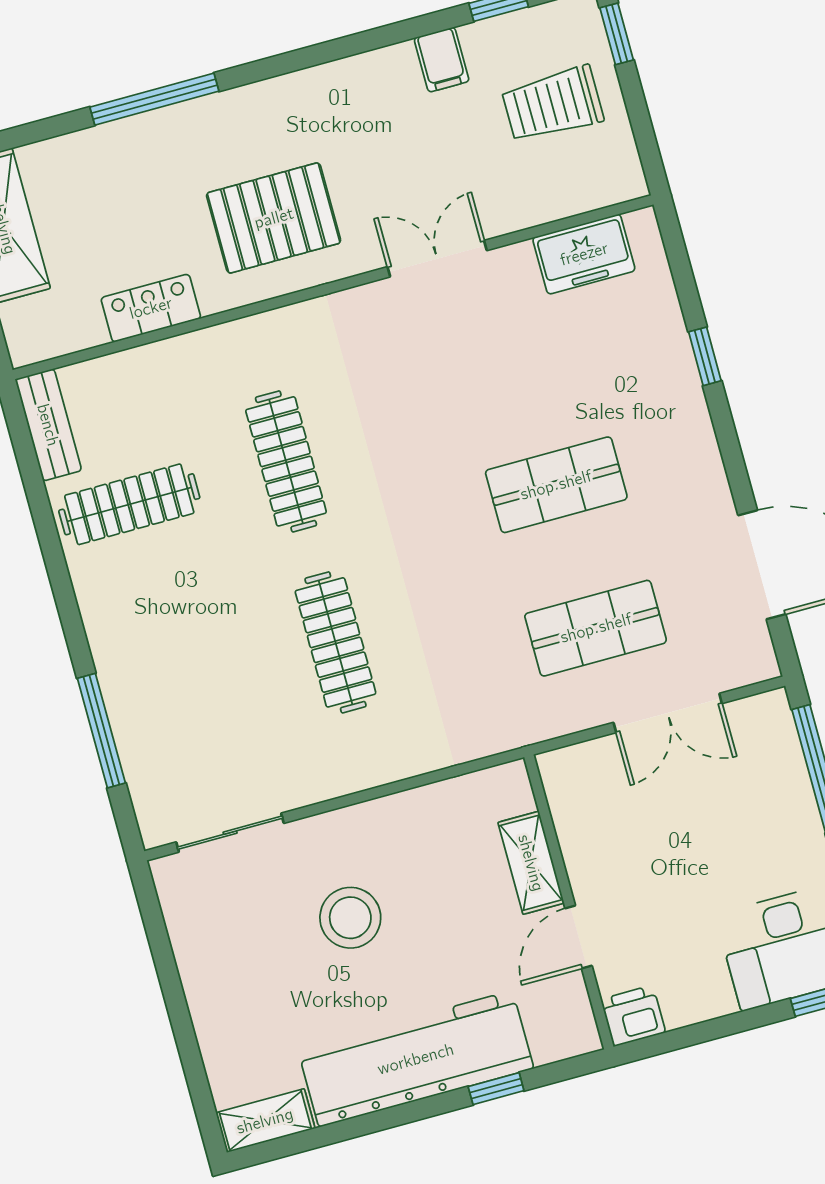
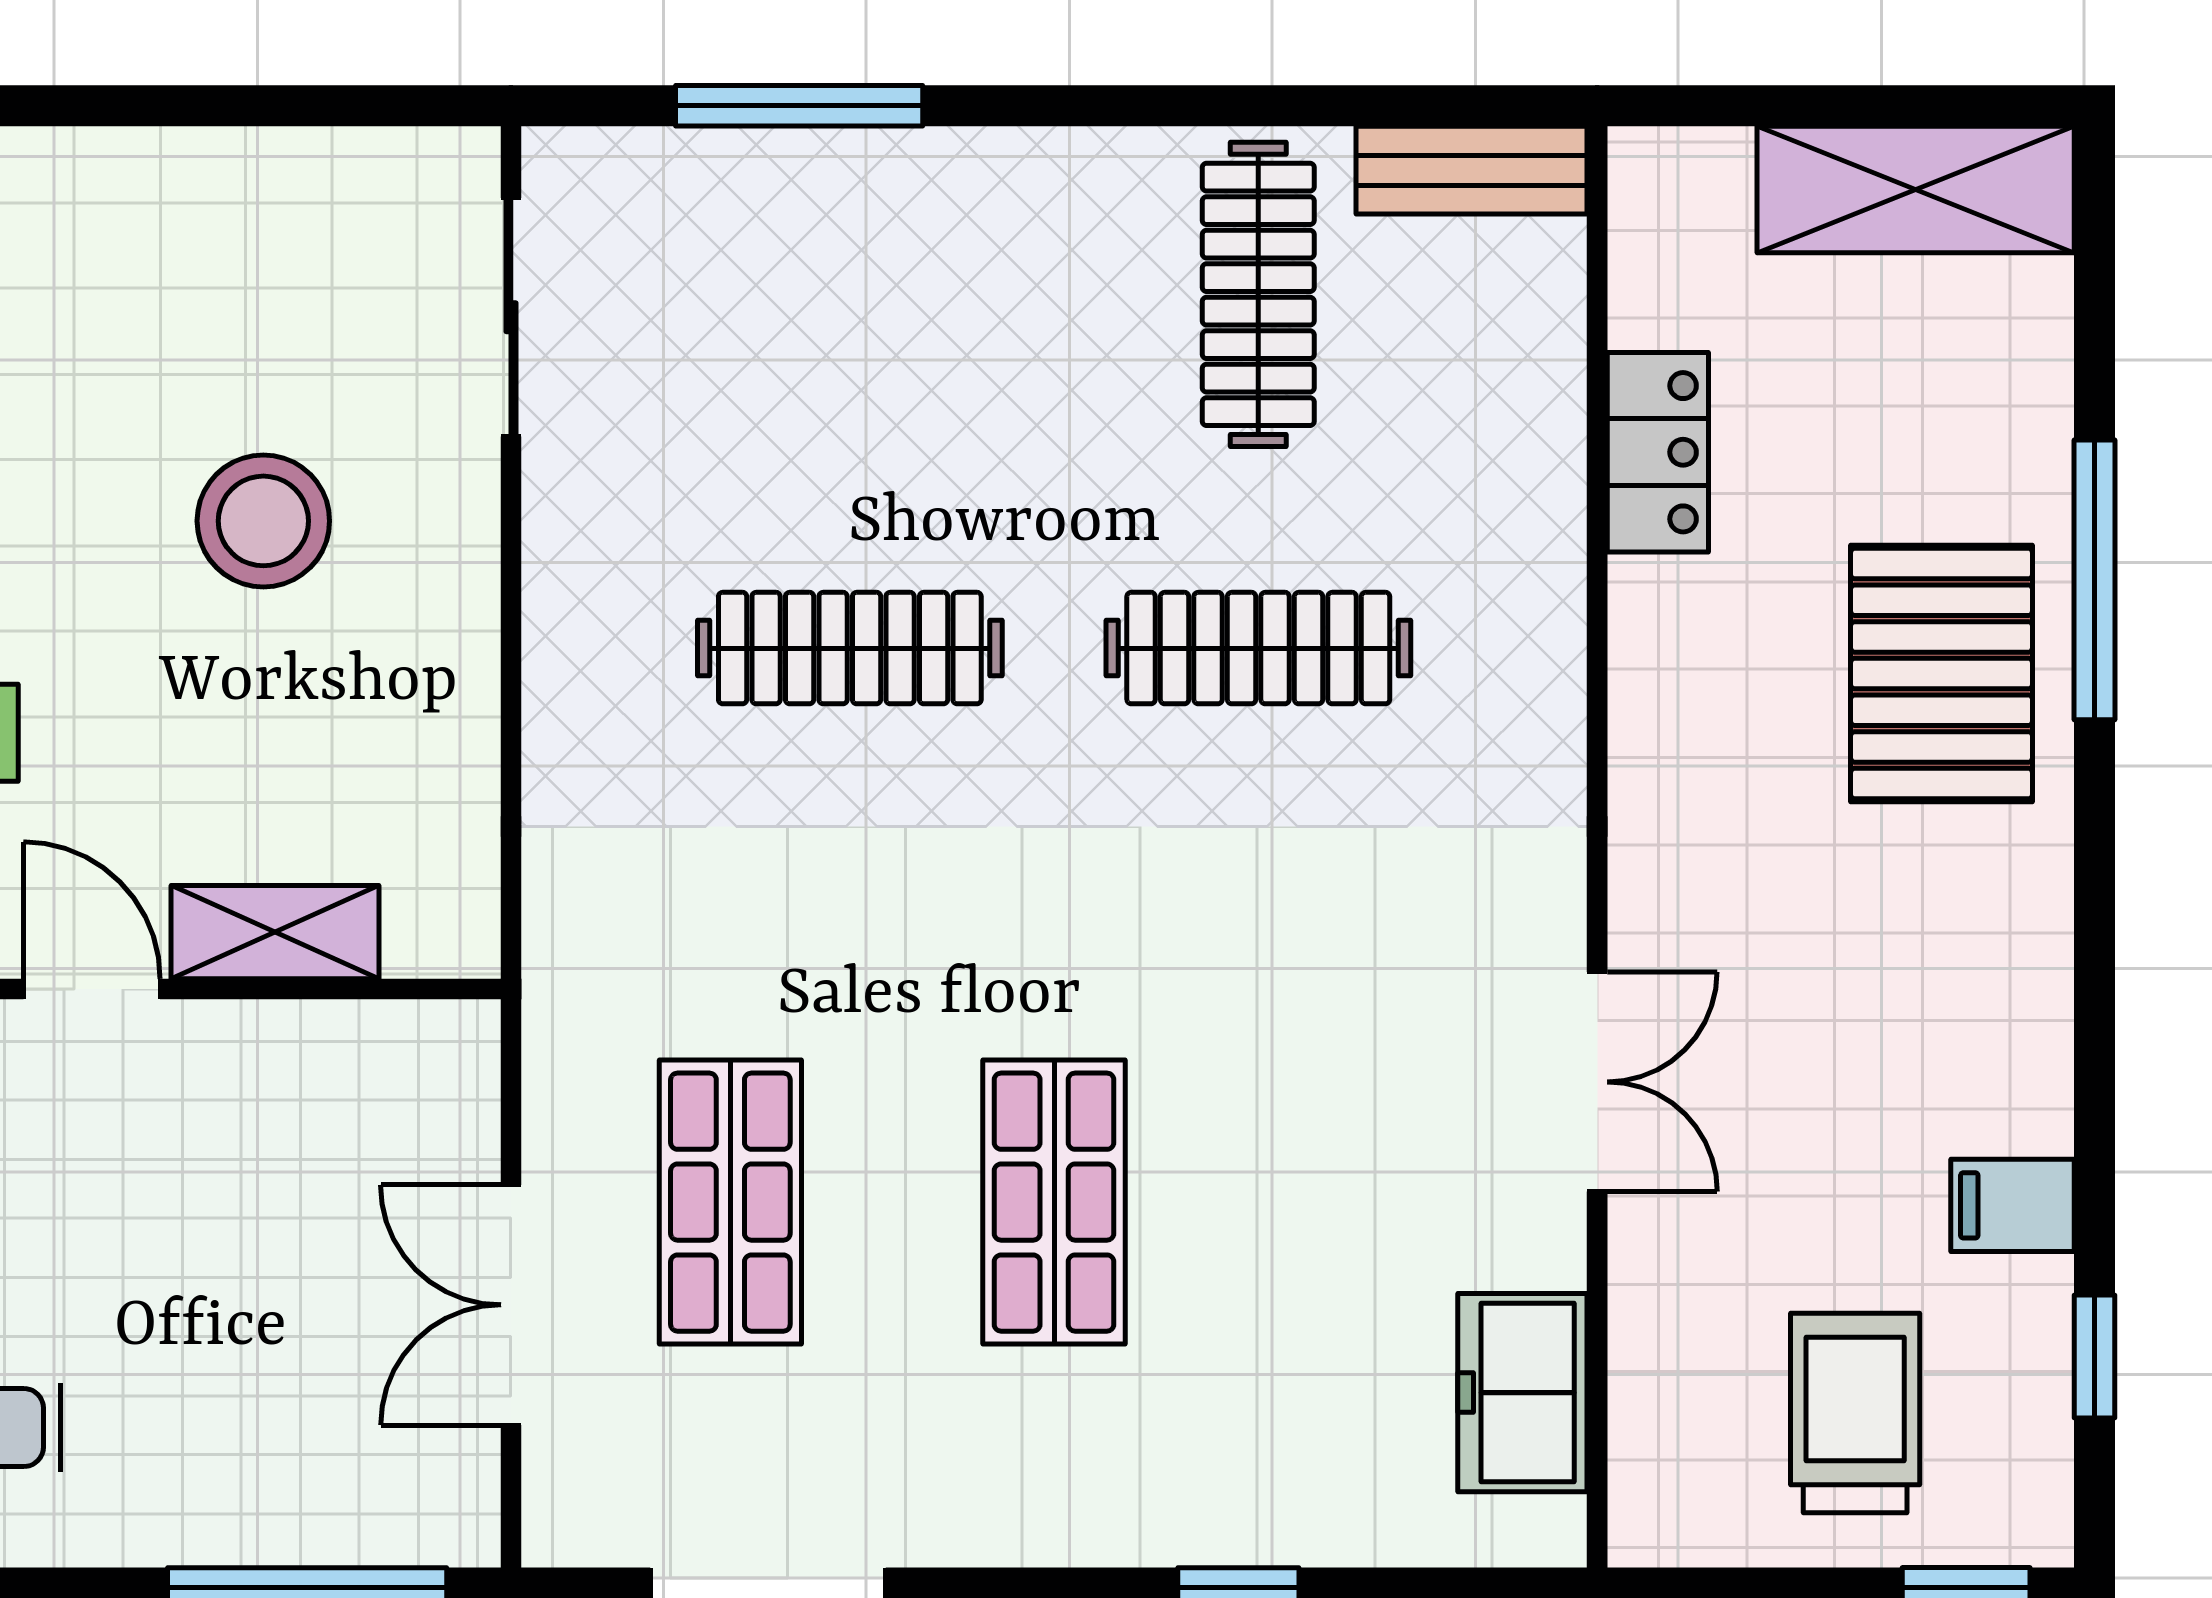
pallet: (274, 218) -> (1942, 674), moved

